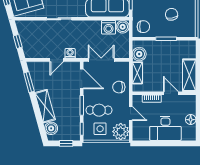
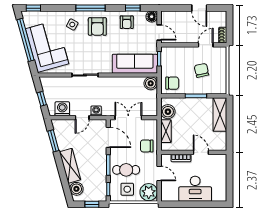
washing machine: (109, 27) -> (62, 109), moved, turned 180
shelving: (189, 75) -> (220, 115), moved
floor lamp: (191, 120) -> (221, 180), removed

